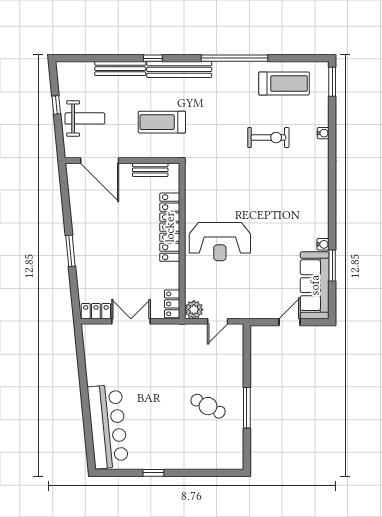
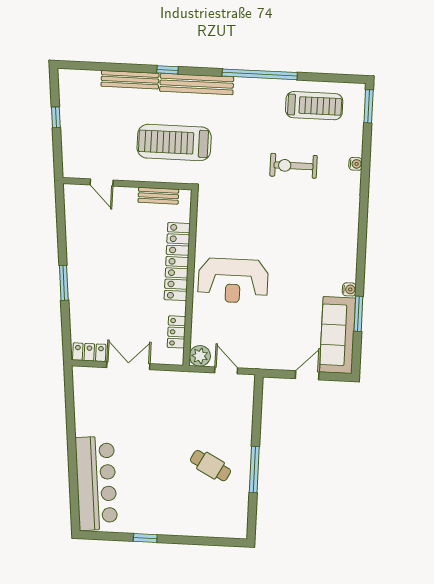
weight bench: (85, 118) -> (87, 134), removed
treadmill: (162, 122) -> (174, 142), width x1.37, depth x1.38
exercise bike: (268, 138) -> (293, 166), turned 180
door: (100, 161) -> (102, 183), width x0.53
locker: (172, 304) -> (176, 332), moved
door: (218, 321) -> (226, 370), swing flipped

